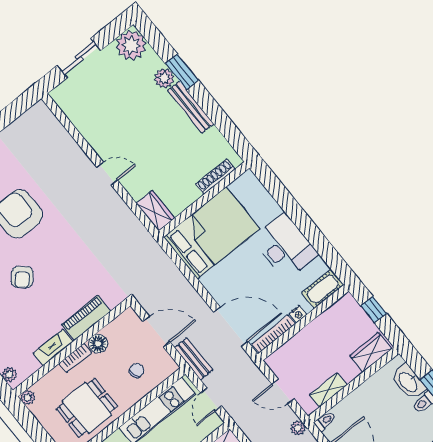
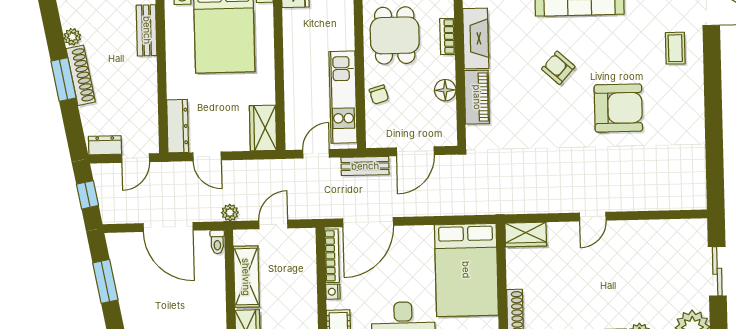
fireplace: (53, 347) -> (476, 38), width x1.37, depth x1.32
bookcase: (75, 358) -> (447, 36), moved
chair: (137, 370) -> (379, 95), moved
shelving: (328, 390) -> (246, 277), width x1.50, depth x1.33
door: (211, 399) -> (316, 154), hinge flipped

